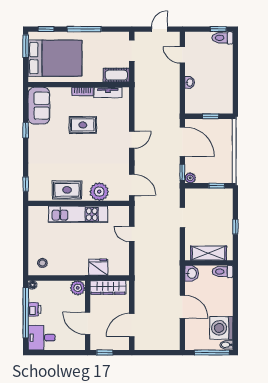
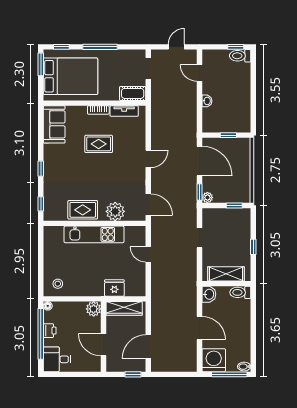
window: (26, 130) -> (41, 169), moved
washing machine: (221, 328) -> (214, 360), moved, turned 90
window: (105, 353) -> (133, 374), moved

